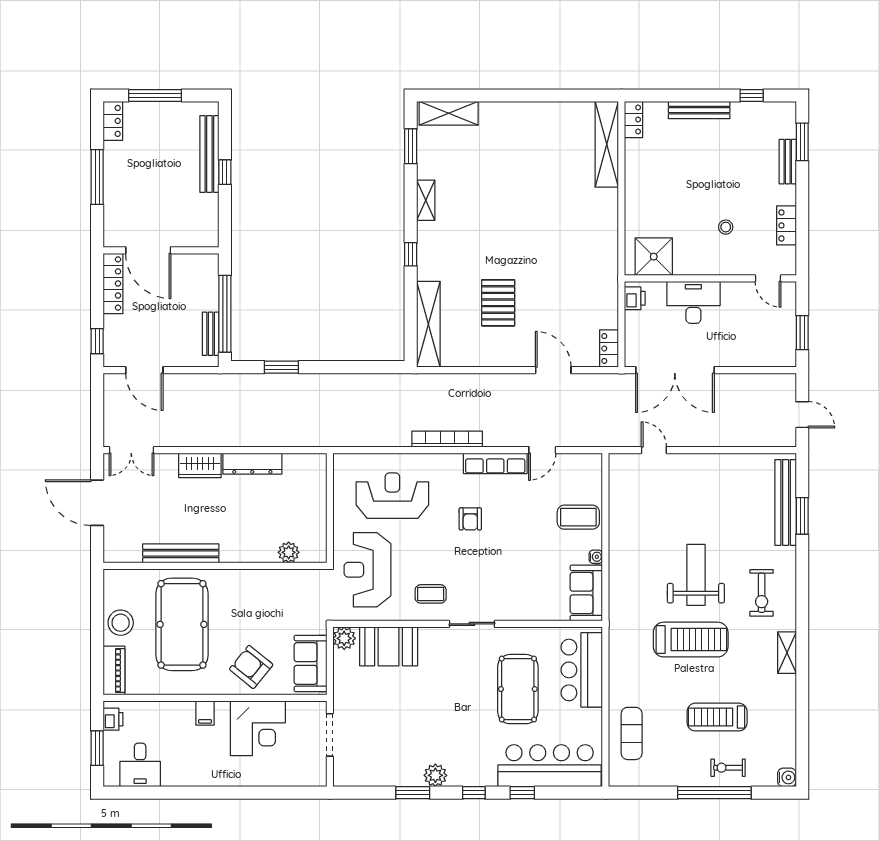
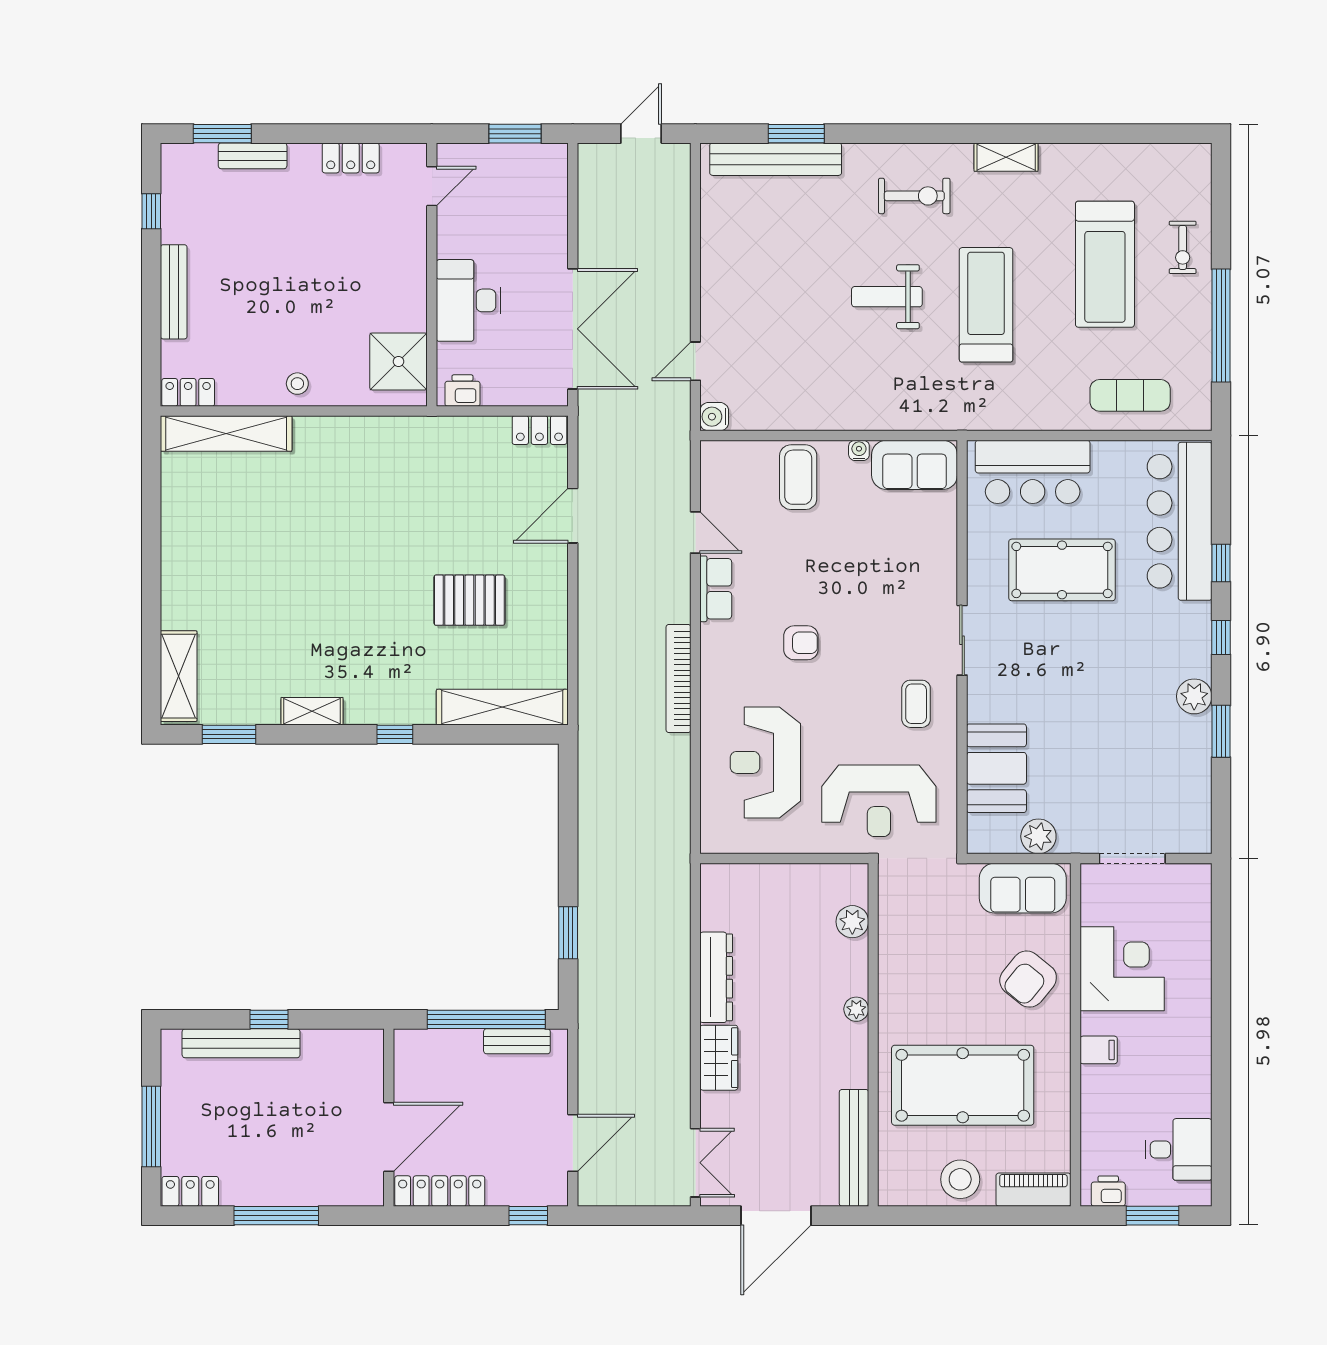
stool: (726, 227) -> (297, 384), moved
row of seats: (495, 463) -> (716, 589), width x0.68
bench: (181, 553) -> (854, 1148), moved
plant: (232, 555) -> (856, 1009), added
weight bench: (696, 575) -> (887, 297), width x0.73, depth x0.75
plant: (344, 638) -> (1038, 836), moved
treadmill: (717, 717) -> (1105, 264), width x1.37, depth x1.38
water cooler: (787, 777) -> (714, 417), moved, turned -90
window: (714, 793) -> (1221, 326), moved

